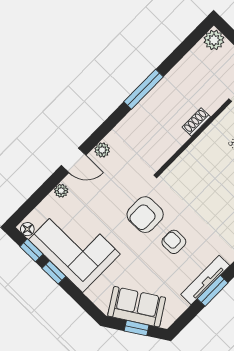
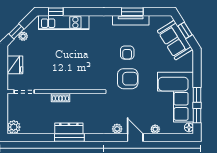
dresser: (154, 98) -> (69, 128), added

